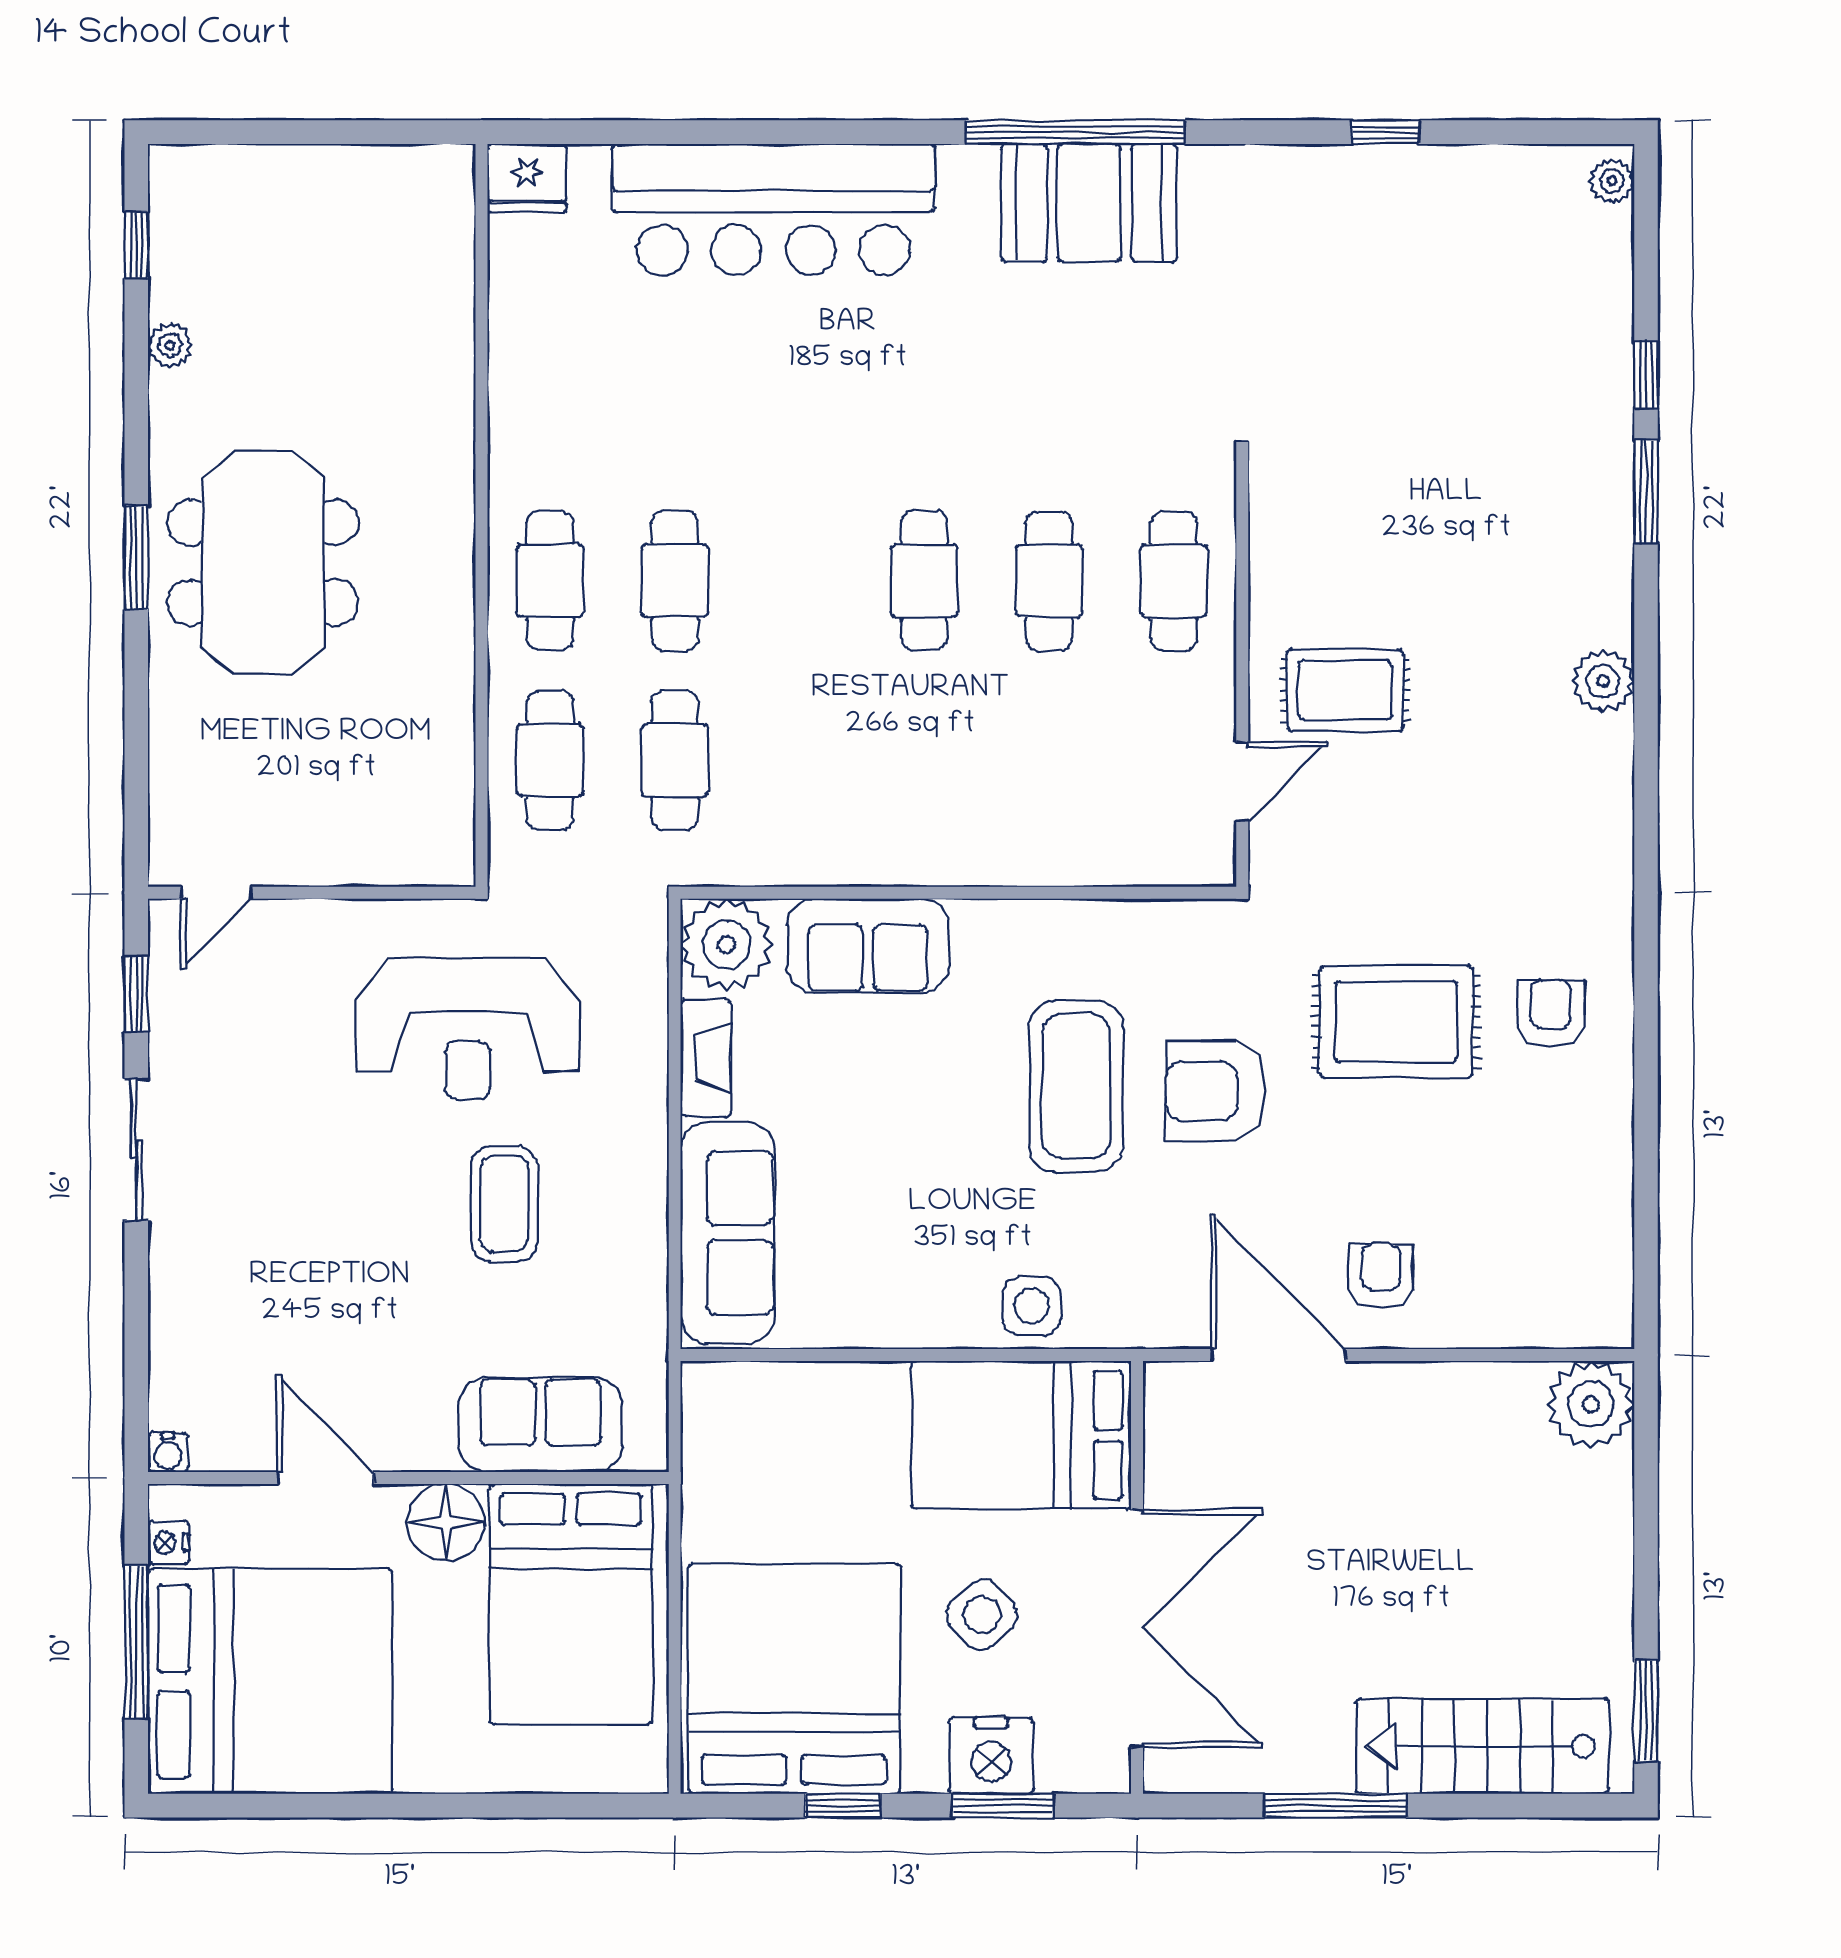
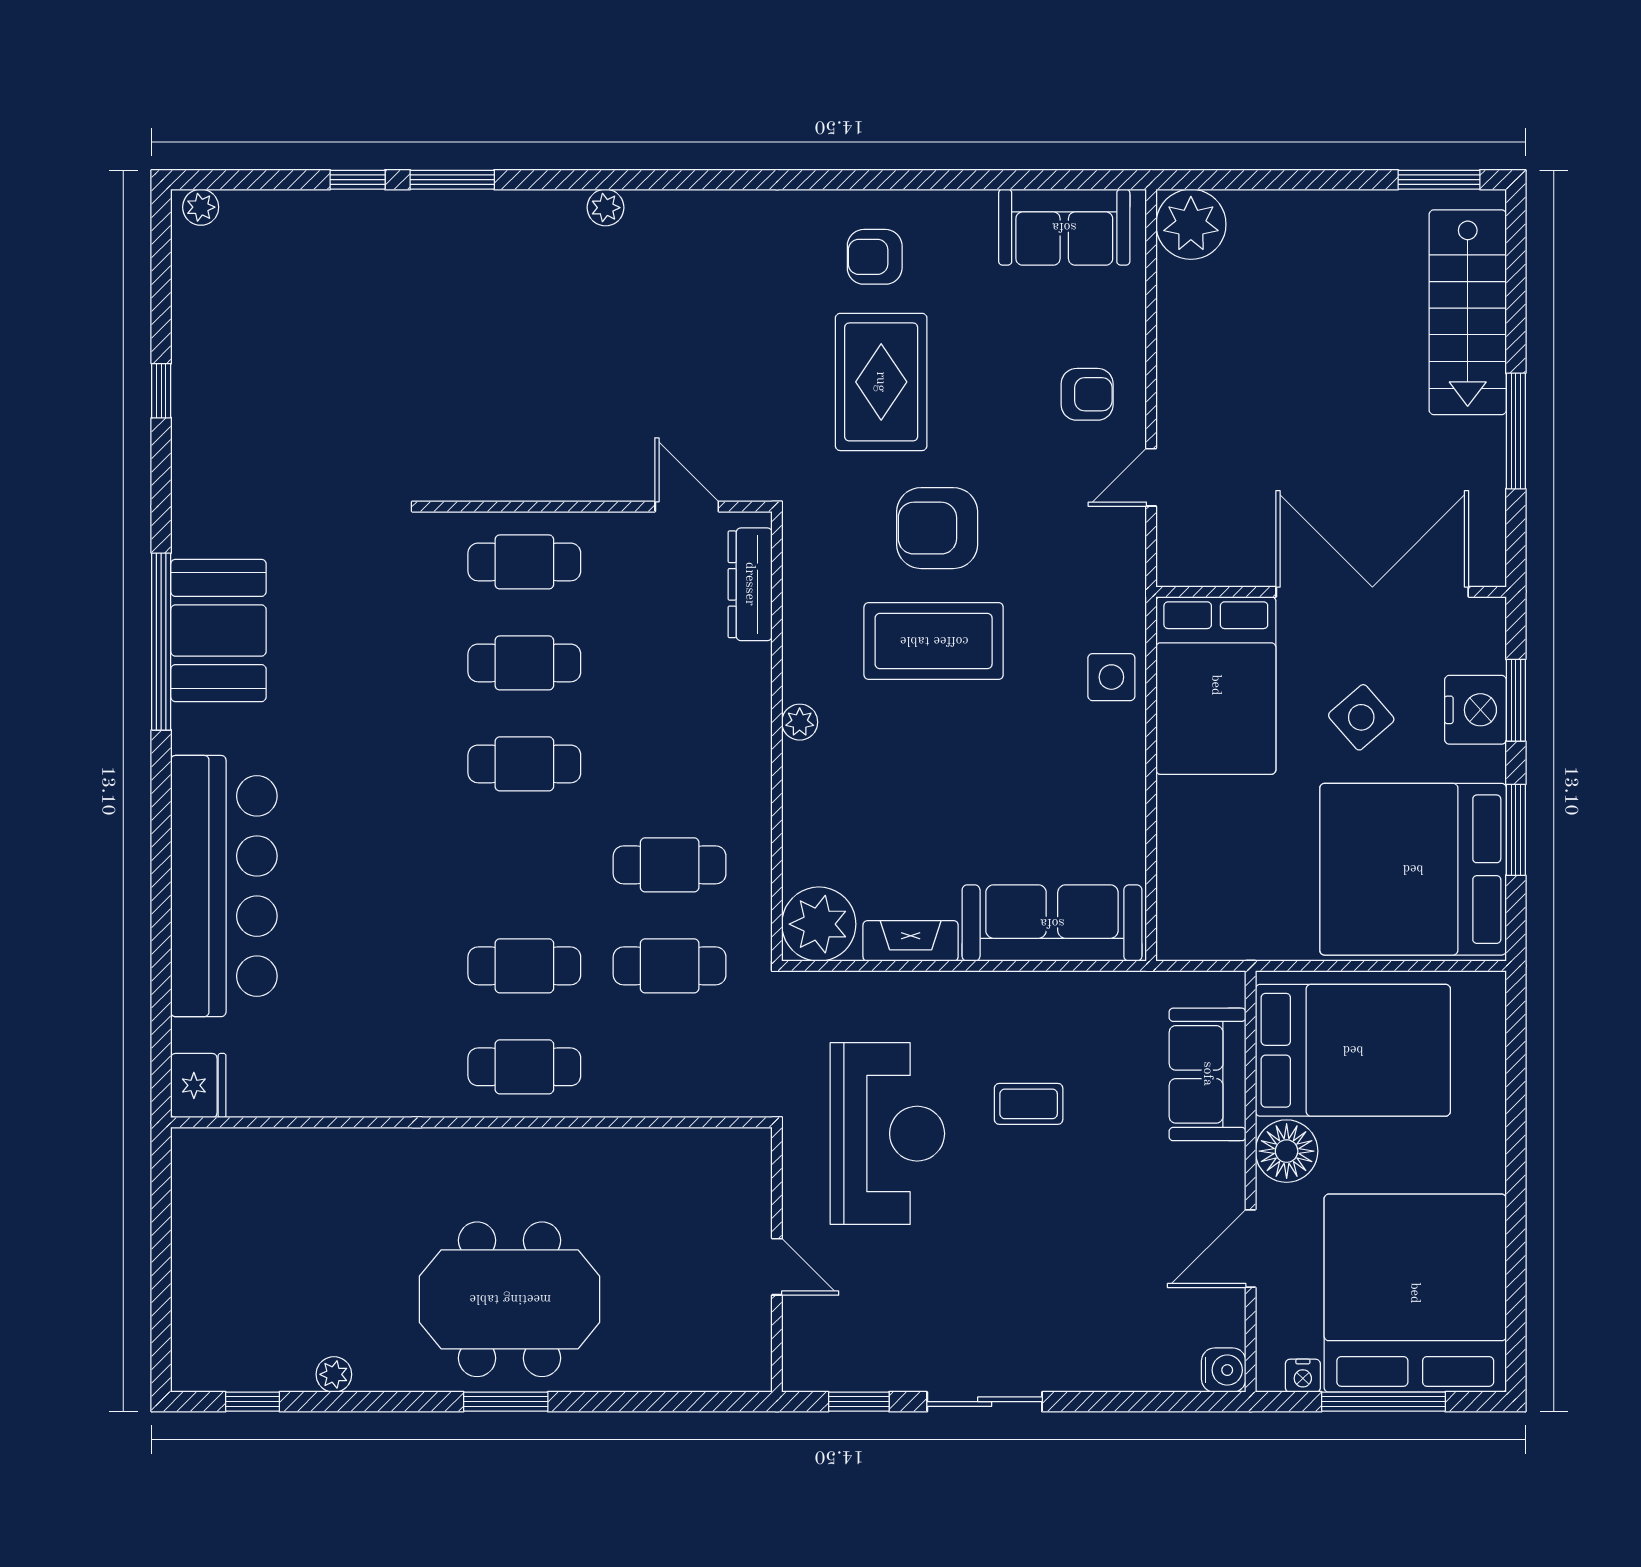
plant: (1603, 681) -> (606, 208), width x0.73, depth x0.73
rug: (1345, 690) -> (613, 423), removed
cafe table: (550, 760) -> (670, 865), moved
dresser: (1146, 860) -> (750, 584), added
door: (216, 893) -> (777, 1267), moved
plant: (976, 921) -> (800, 722), added
sofa: (868, 946) -> (1064, 227), moved, turned 90
armchair: (1216, 1091) -> (937, 528), turned 90
coffee table: (504, 1204) -> (1029, 1104), width x0.73, depth x0.77
armchair: (1381, 1276) -> (1087, 394), turned 180
door: (1278, 1355) -> (1151, 477), width x0.53
water cooler: (168, 1452) -> (1224, 1370), width x1.38, depth x1.38
window: (843, 1806) -> (1516, 830), width x1.50

